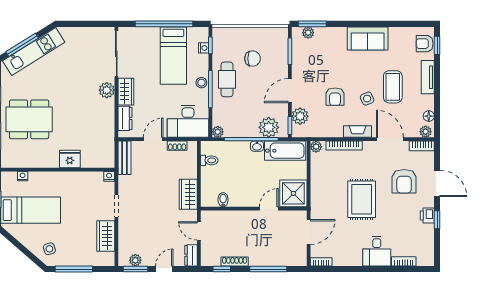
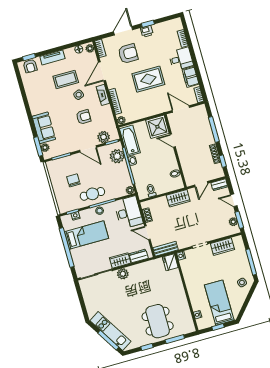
sofa: (368, 38) -> (44, 128), moved
fridge: (70, 159) -> (170, 262), moved
filing cabinet: (349, 257) -> (191, 77), added

